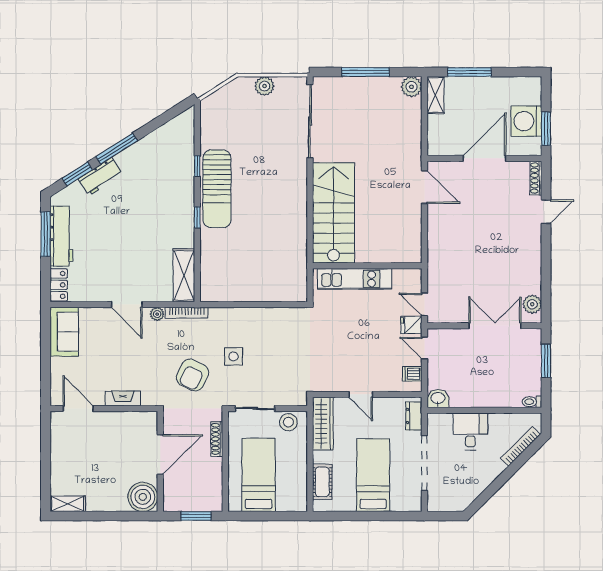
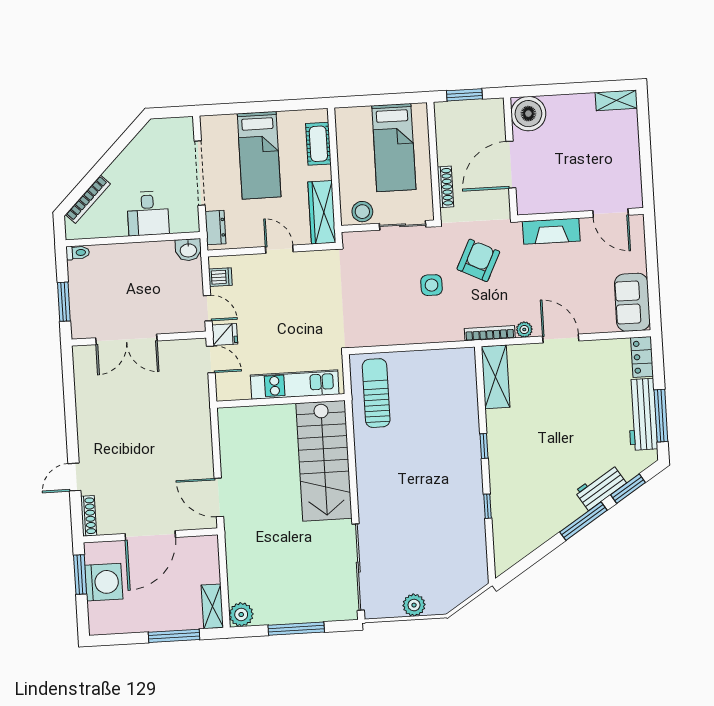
sun lounger: (217, 189) -> (376, 393), moved, width x0.73, depth x0.75
plant: (532, 304) -> (84, 367), removed
fireplace: (123, 398) -> (551, 231), width x1.37, depth x1.32

